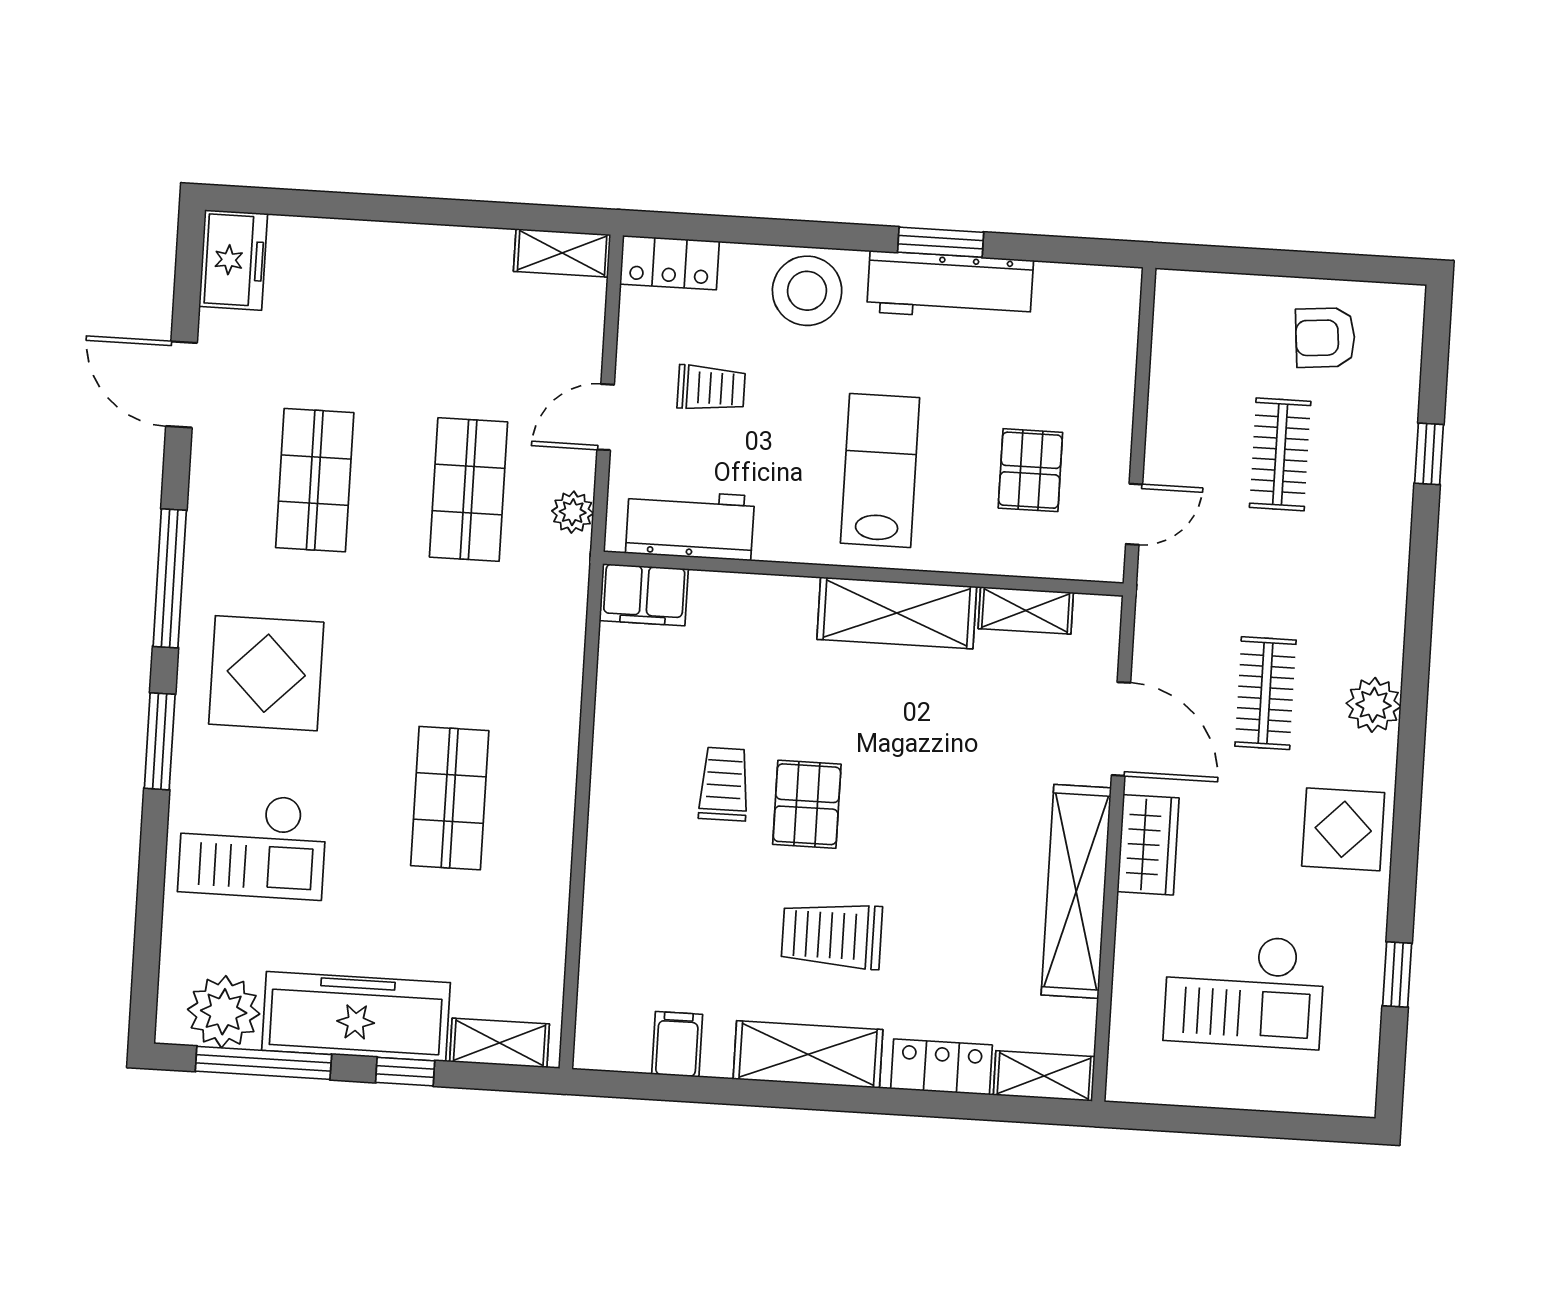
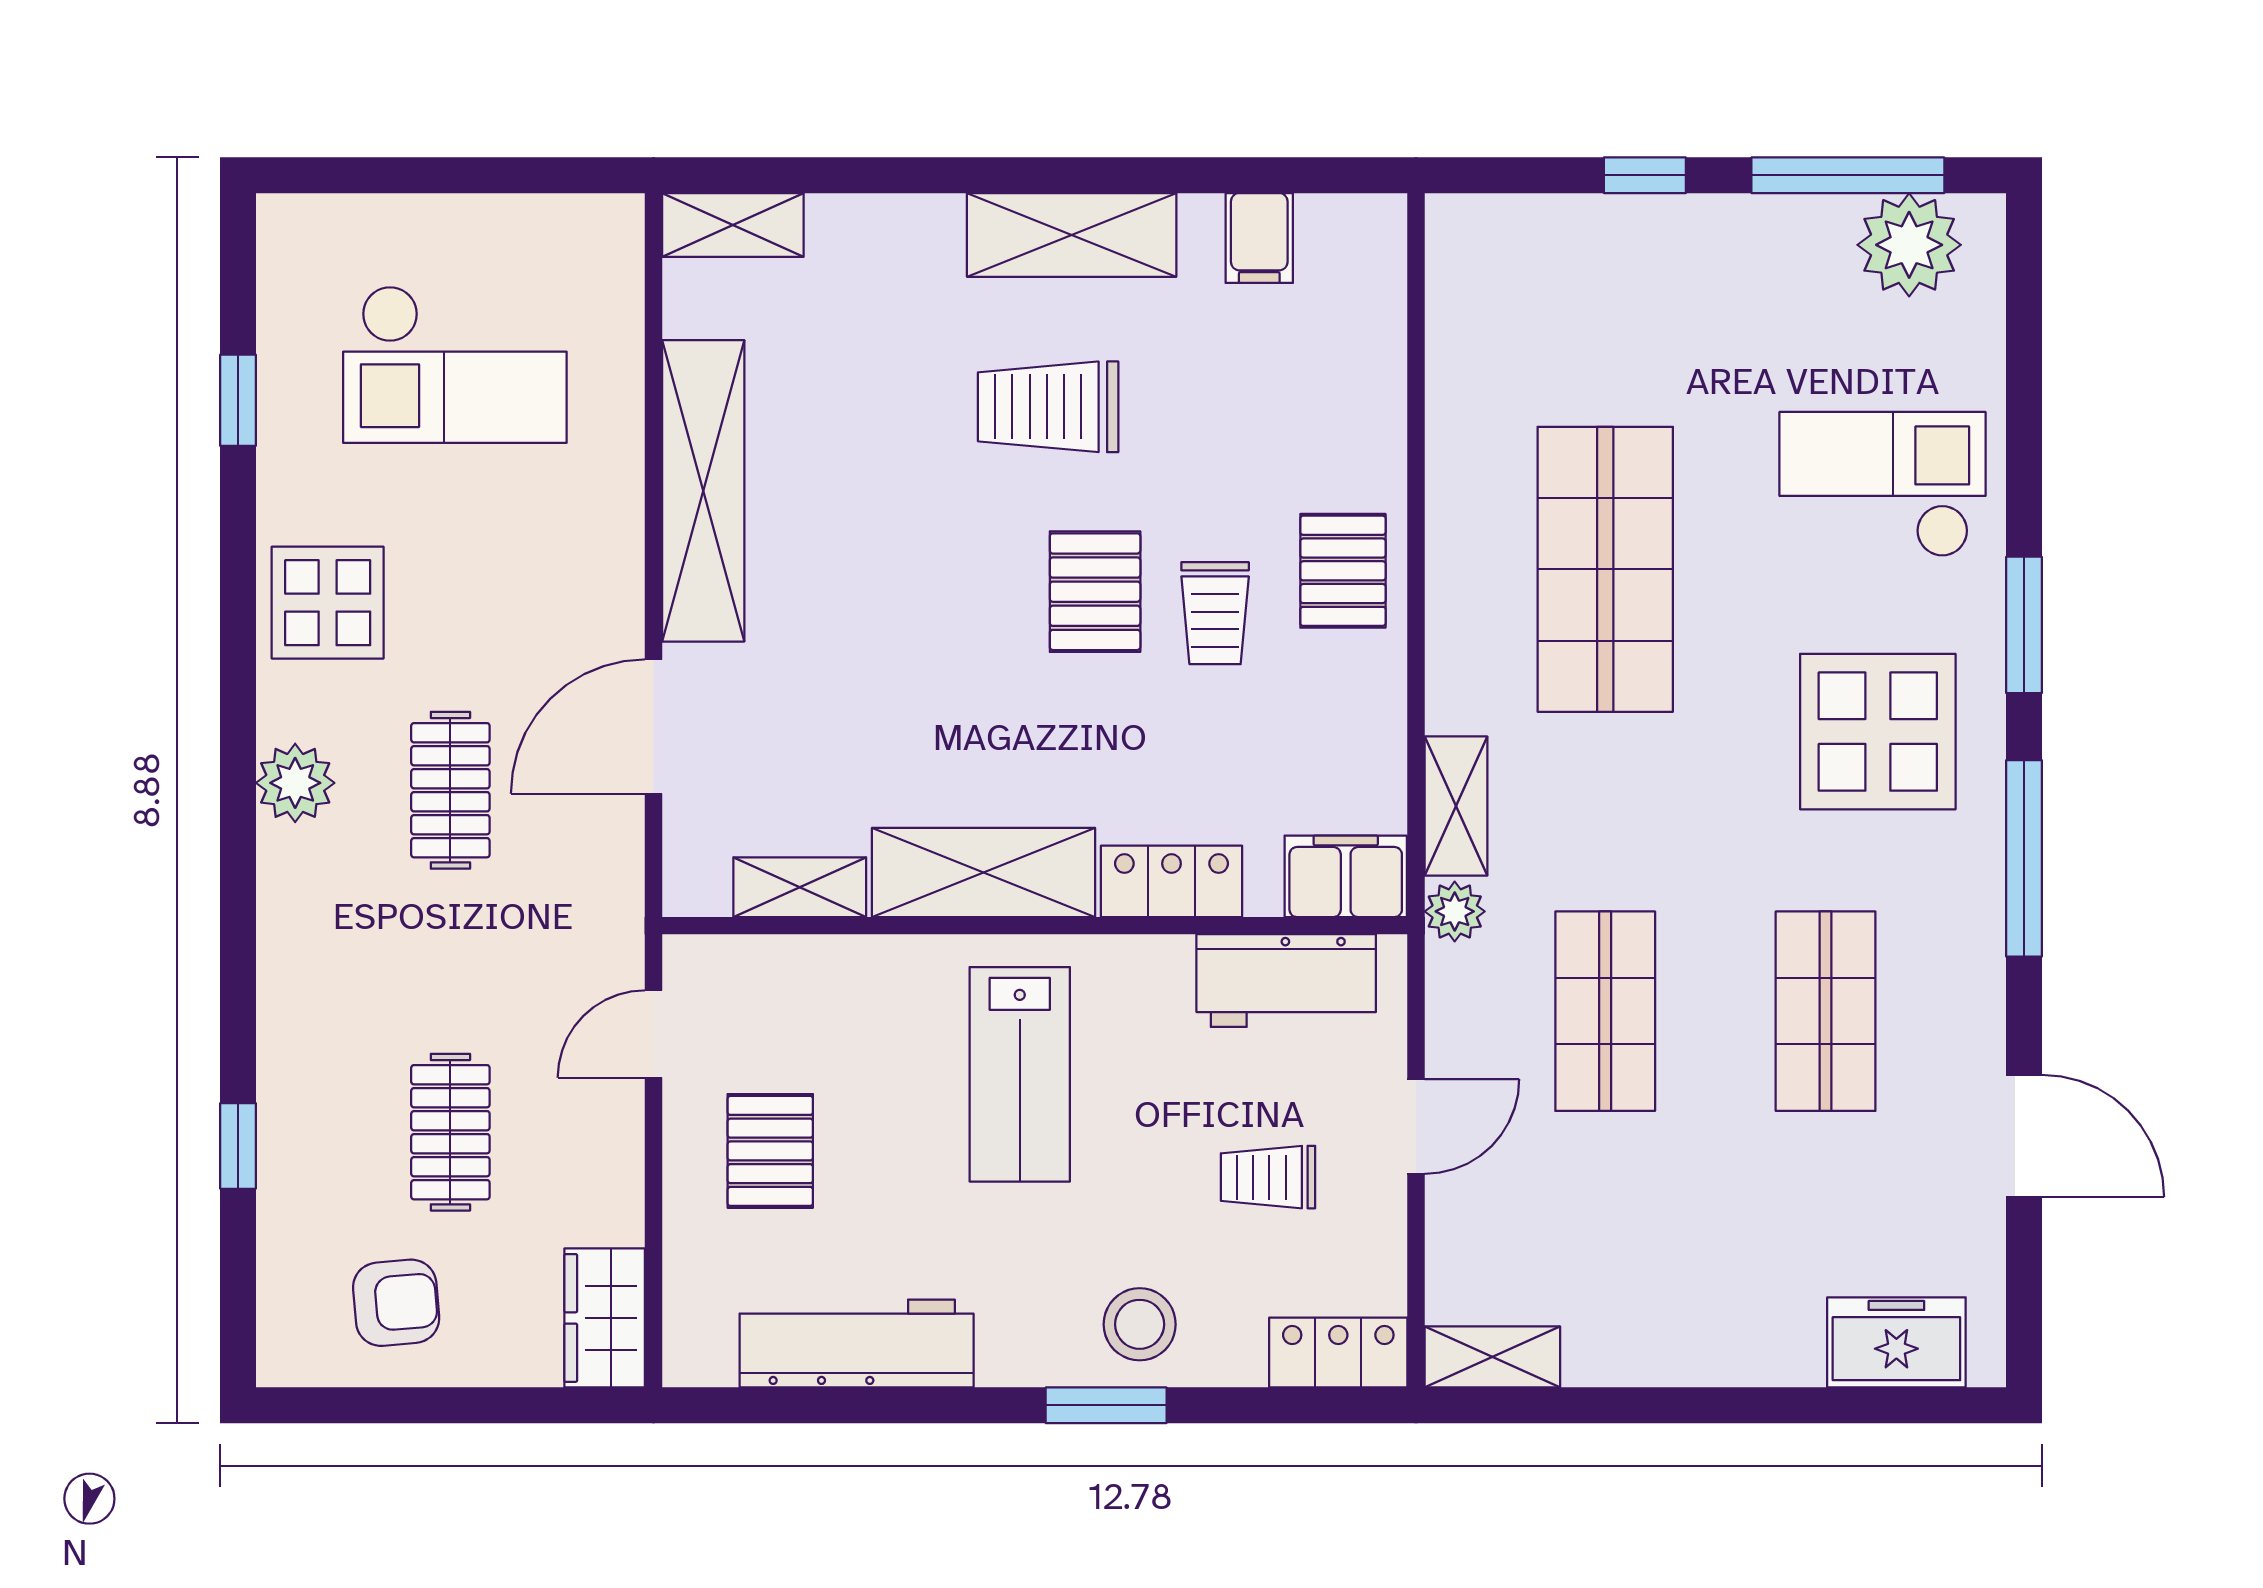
window: (941, 242) -> (1106, 1405), moved
freezer: (233, 260) -> (1896, 1342), moved, turned 90
workbench: (950, 286) -> (857, 1343), moved
stool: (807, 291) -> (1140, 1324), width x0.73, depth x0.73
pallet: (1030, 470) -> (770, 1151), moved
plant: (573, 512) -> (1455, 911), moved
door: (1121, 729) -> (654, 727), hinge flipped
shop shelf: (450, 798) -> (1605, 569), width x1.43, depth x1.36
pallet: (633, 808) -> (1343, 571), added
wardrobe: (1148, 845) -> (605, 1318), moved
trolley: (832, 935) -> (1048, 407), turned 180
checkout: (1244, 990) -> (455, 364), turned 180
freezer: (356, 1016) -> (1720, 250), removed
shelving: (500, 1043) -> (1456, 806), moved, turned 90
locker: (941, 1067) -> (1172, 881), moved, turned 180

